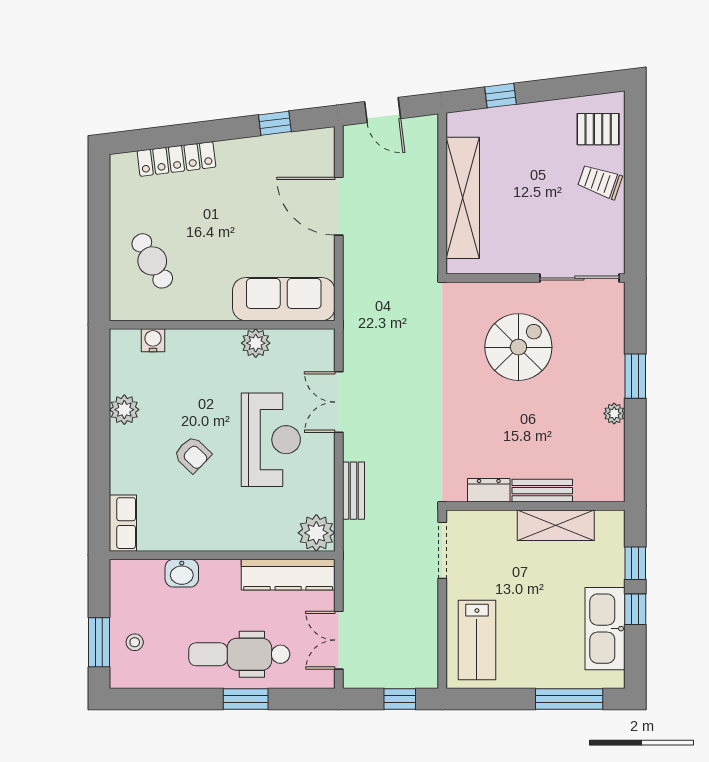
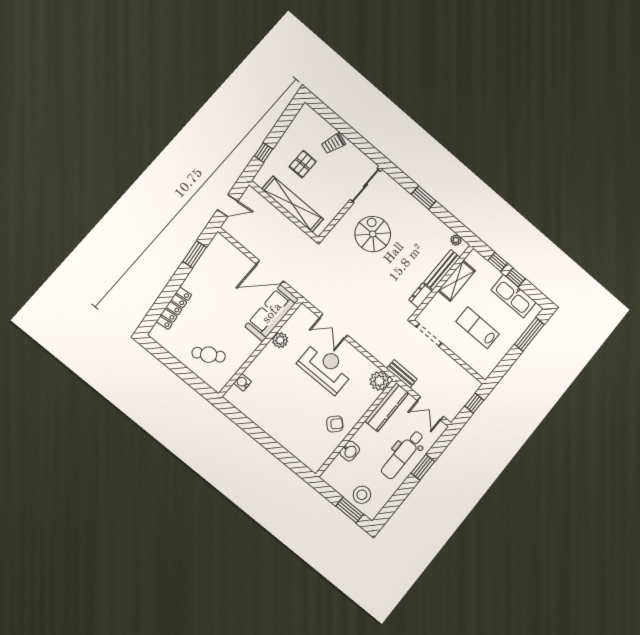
window: (275, 123) -> (195, 254), width x1.50
pallet: (598, 129) -> (303, 164), moved
door: (339, 206) -> (270, 272), moved
plant: (124, 410) -> (261, 419), removed
plant: (614, 413) -> (456, 240), moved
armchair: (193, 455) -> (335, 424), moved
bench: (354, 491) -> (402, 374), moved
bench: (542, 491) -> (442, 270), width x1.36
row of seats: (123, 523) -> (308, 459), removed
lab bench: (477, 640) -> (478, 328), moved, turned 180
stool: (135, 642) -> (362, 495), width x1.89, depth x1.89

